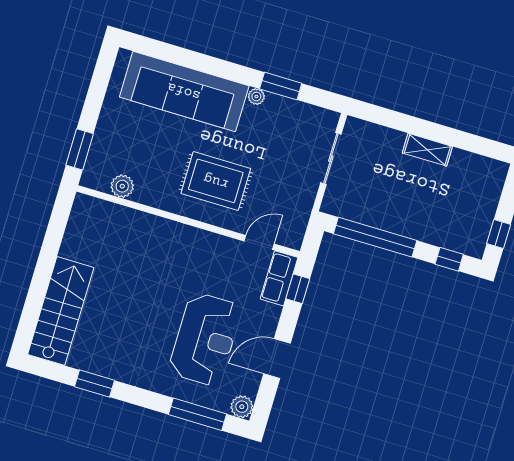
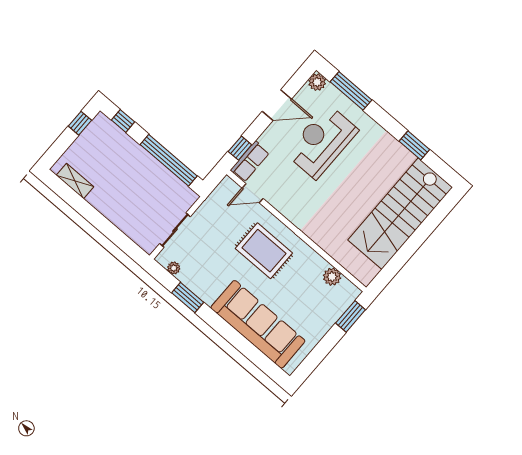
plant: (256, 97) -> (174, 268), moved
shelving: (427, 150) -> (75, 181), moved
stairs: (61, 311) -> (400, 214), width x1.36, depth x1.51

